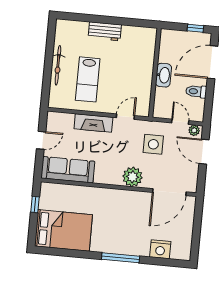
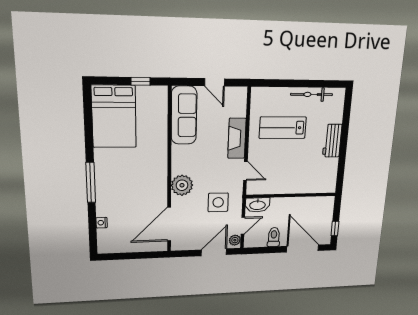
bicycle: (58, 65) -> (312, 94), moved
washbasin: (163, 75) -> (257, 205), moved
door: (169, 192) -> (169, 224), hinge flipped
nightstand: (160, 249) -> (102, 223), width x0.53, depth x0.56

